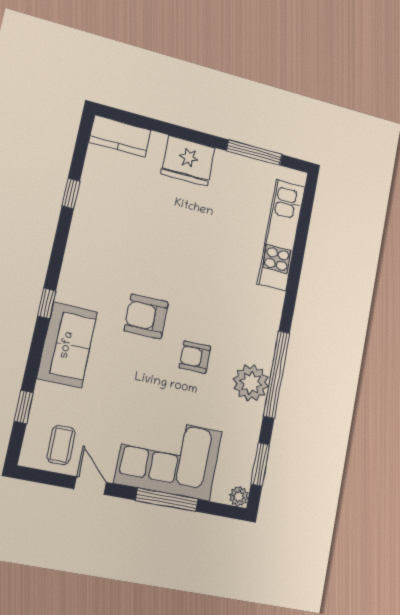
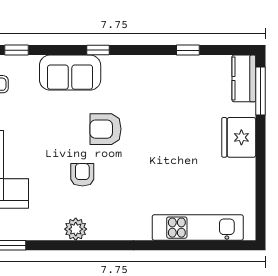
window: (254, 153) -> (260, 91), moved
armchair: (146, 316) -> (106, 129), turned -90
window: (277, 374) -> (83, 245), removed
plant: (251, 383) -> (76, 229), width x0.73, depth x0.73

